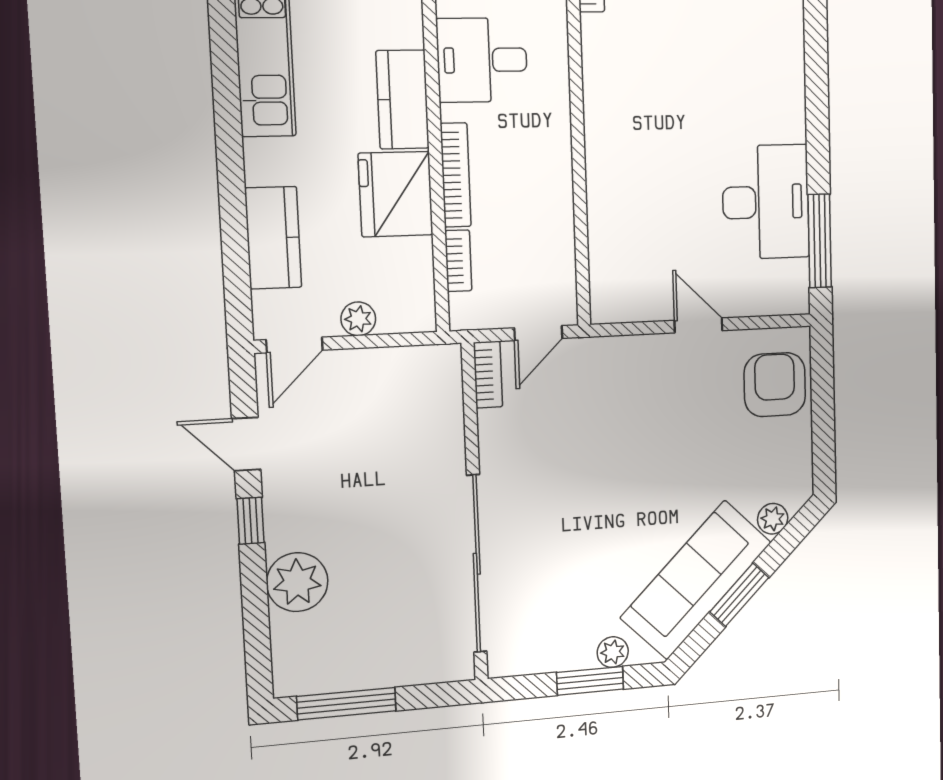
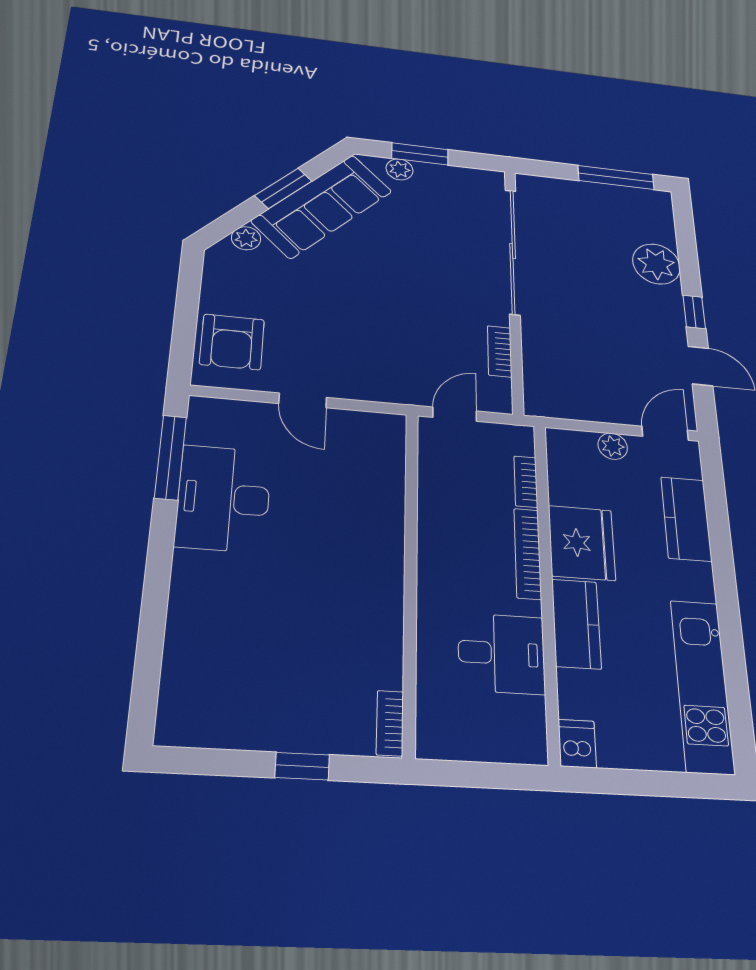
bookcase: (488, 375) -> (500, 351), moved

